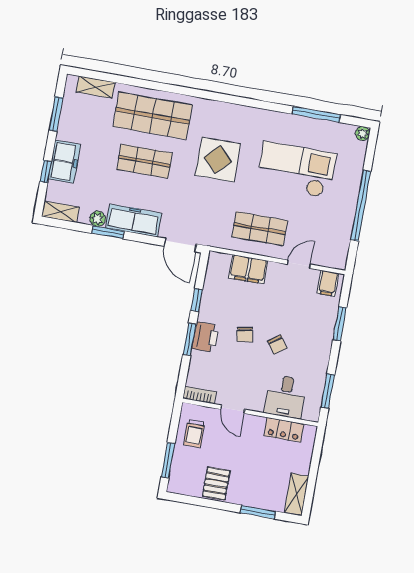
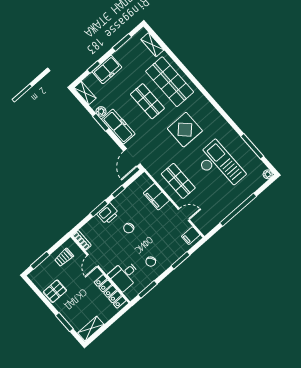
chair: (277, 345) -> (151, 262), moved
locker: (284, 430) -> (110, 291), width x1.53

